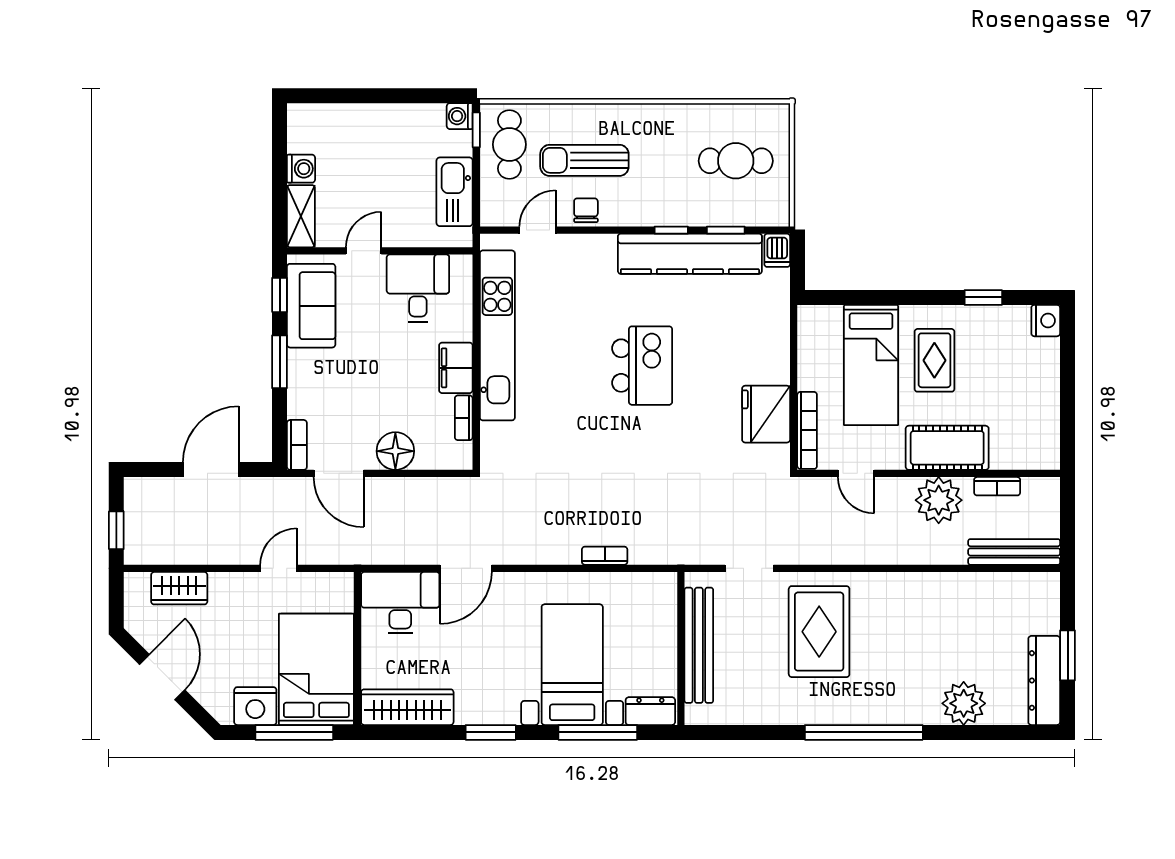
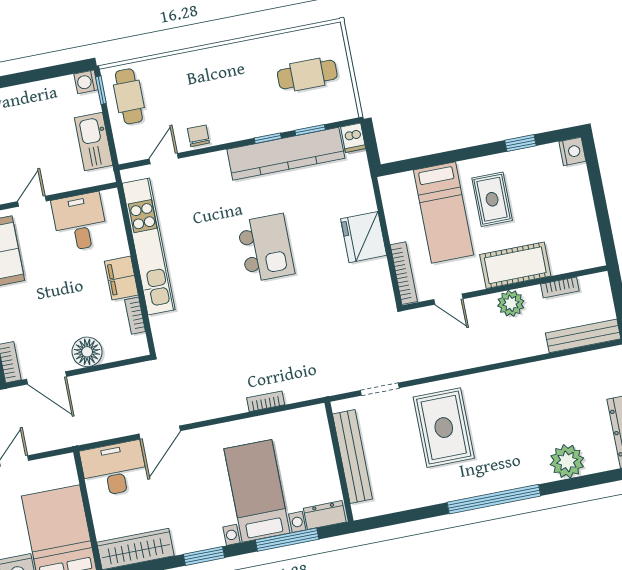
sun lounger: (584, 160) -> (190, 97), removed
fridge: (766, 414) -> (364, 237), moved
plant: (939, 500) -> (511, 303), width x0.73, depth x0.73

